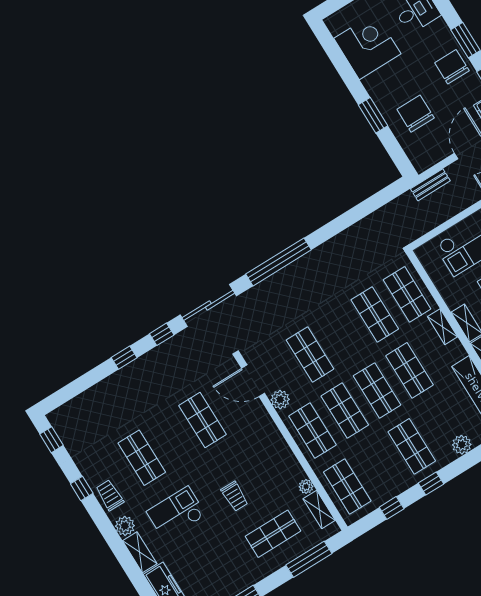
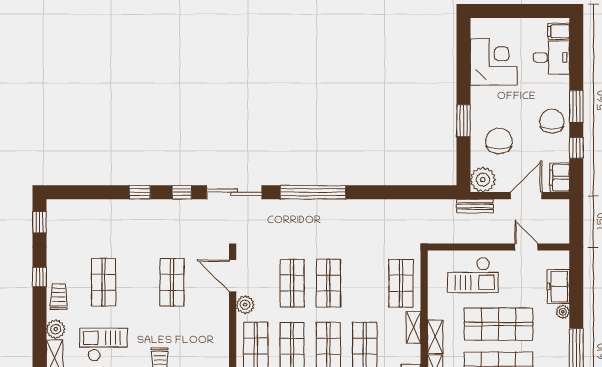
plant: (423, 157) -> (483, 180), added
shop shelf: (375, 314) -> (328, 283), moved

